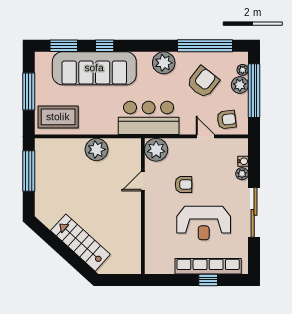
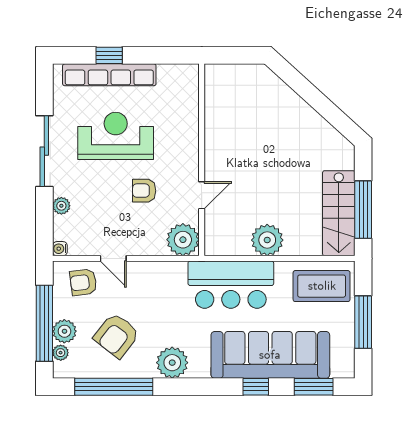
bar counter: (149, 118) -> (231, 285), moved
water cooler: (243, 161) -> (60, 249), moved
stairs: (80, 243) -> (339, 213), moved, turned 48

